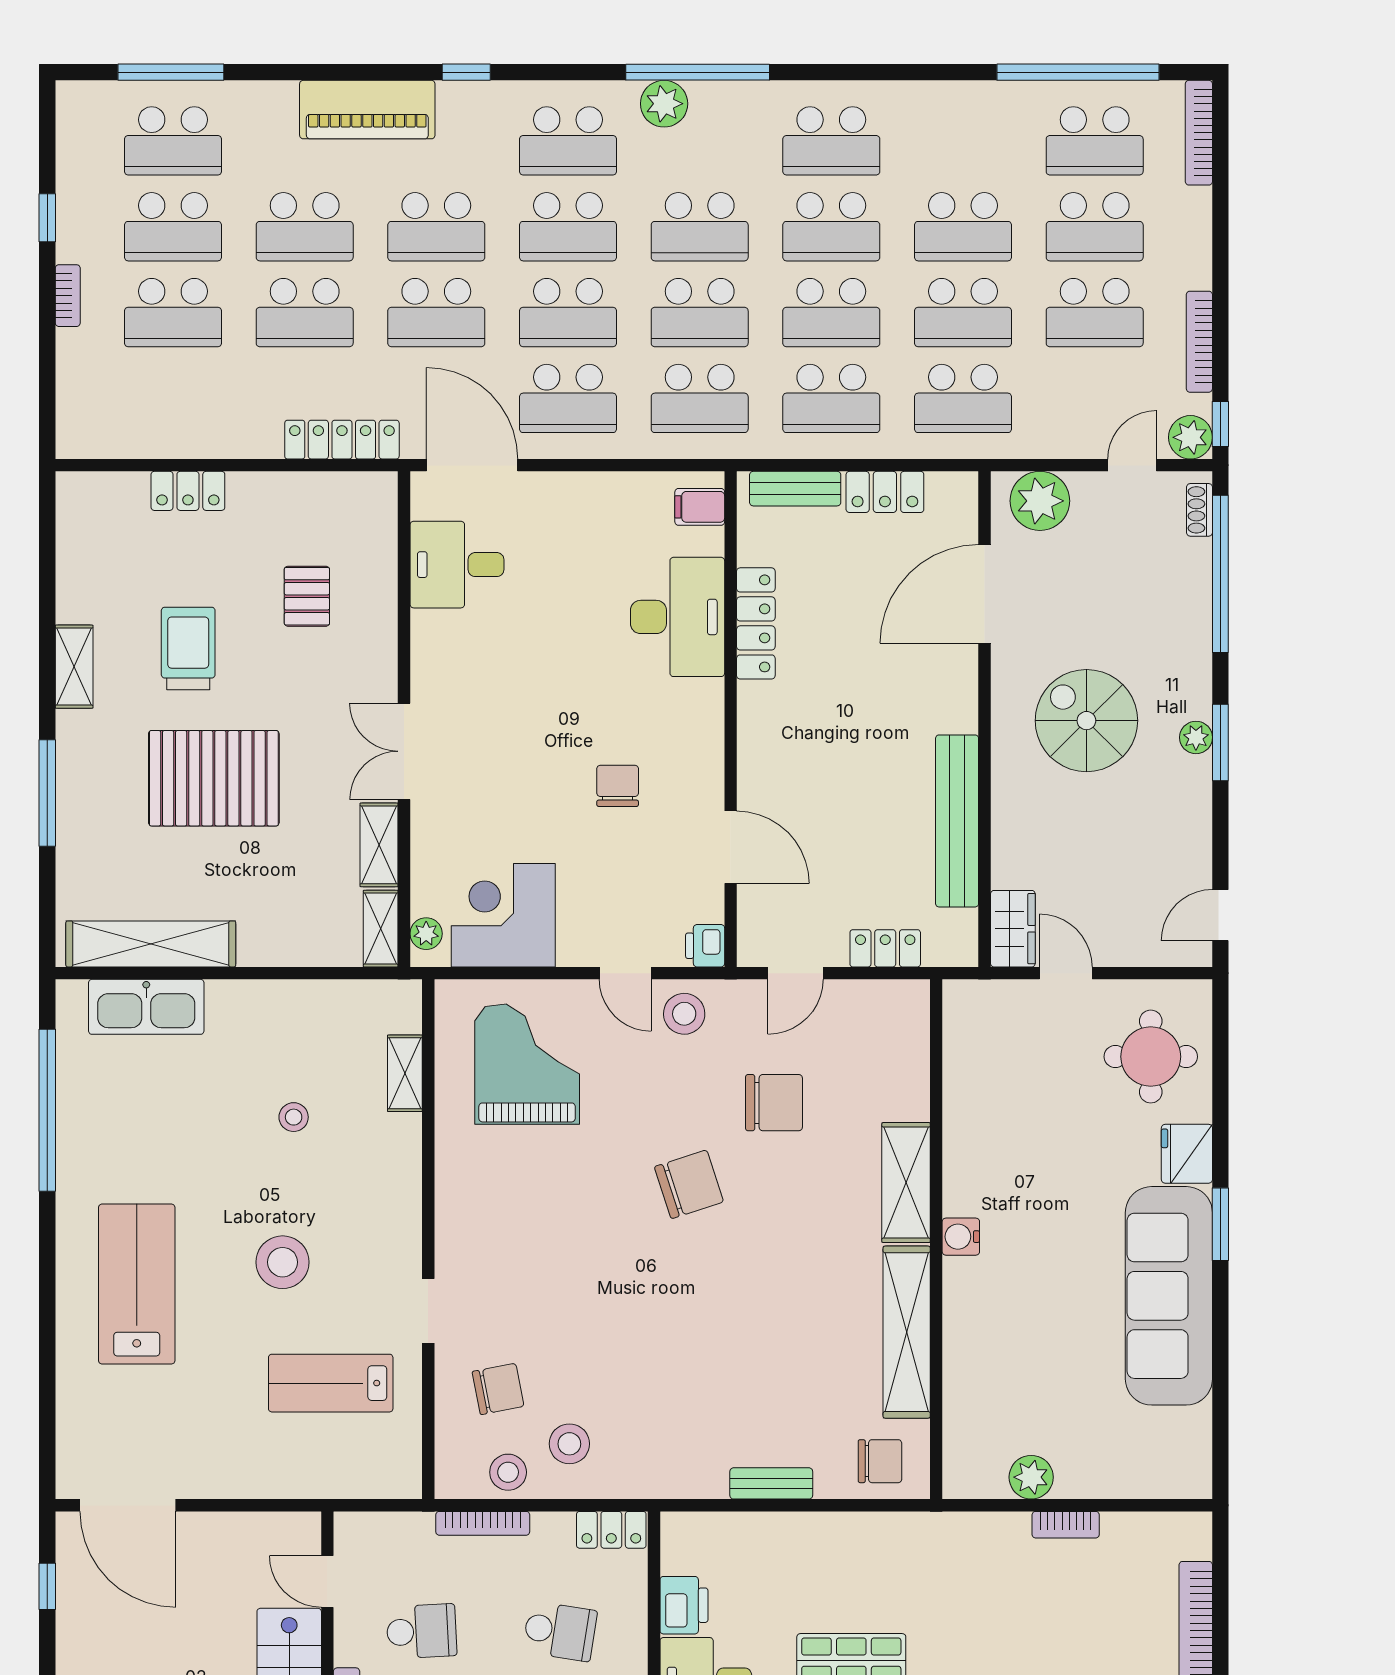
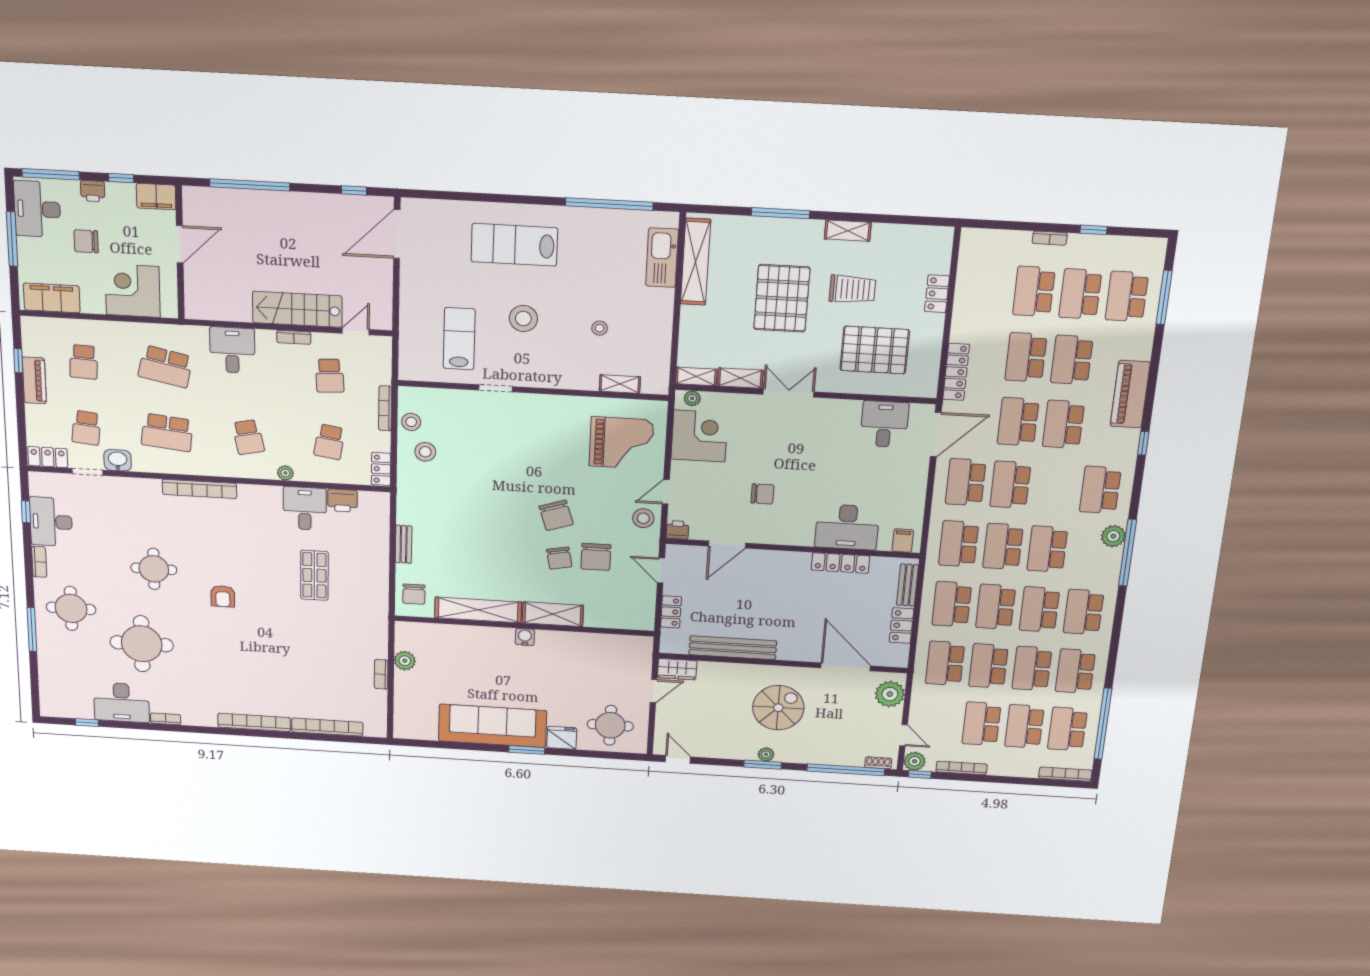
school desk: (568, 227) -> (1075, 671), moved
pallet: (307, 596) -> (875, 350), width x2.05, depth x2.00
lab bench: (137, 1284) -> (514, 245), turned 180
chair: (498, 1389) -> (559, 558), moved

